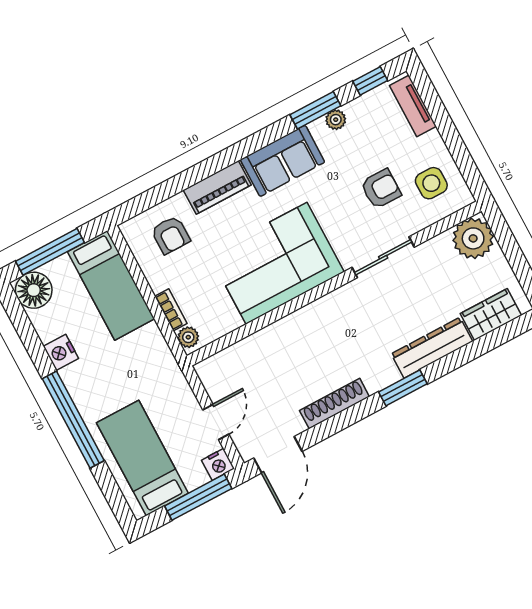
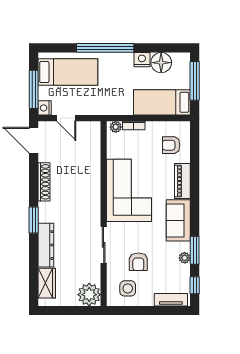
floor lamp: (34, 290) -> (161, 63), moved

